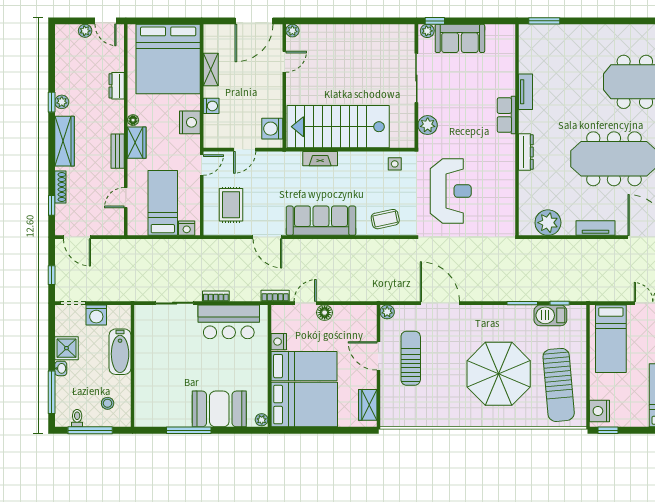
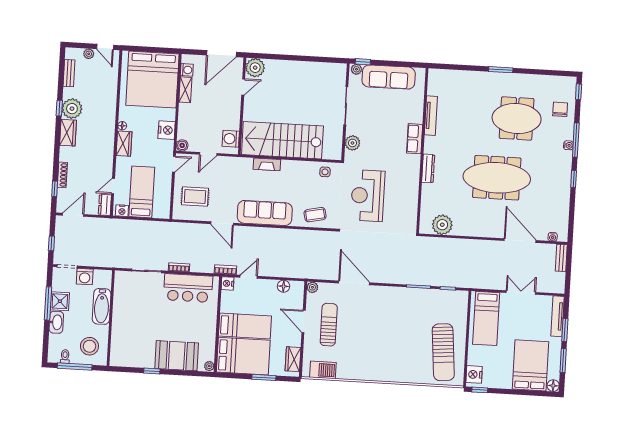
window: (544, 21) -> (501, 70), moved
plant: (292, 31) -> (255, 68), width x1.88, depth x1.88
sofa: (460, 38) -> (389, 77), width x1.36
dresser: (117, 86) -> (105, 205), moved
tv unit: (526, 92) -> (431, 116), width x1.41
plant: (62, 102) -> (72, 109), width x1.87, depth x1.87
washing machine: (211, 106) -> (187, 70), moved
wardrobe: (65, 141) -> (68, 133), width x0.67
boiler: (211, 141) -> (182, 145), added
bench: (118, 151) -> (69, 73), moved
reception desk: (451, 191) -> (368, 196), turned 180
rug: (231, 205) -> (195, 197), turned 90
nightstand: (187, 228) -> (122, 211), moved
tv unit: (595, 228) -> (479, 231), removed
door: (77, 237) -> (73, 215), swing flipped
floor lamp: (325, 313) -> (284, 286), moved
barbecue: (550, 315) -> (323, 370), moved, turned 180
nightstand: (279, 342) -> (228, 283), moved
washbasin: (61, 368) -> (56, 322), width x1.91, depth x1.45
parasol: (499, 374) -> (397, 341), removed
window: (52, 392) -> (48, 303), moved
stool: (108, 403) -> (89, 346), width x1.89, depth x1.89
window: (189, 430) -> (152, 371), width x0.46
window: (332, 430) -> (264, 377), added

